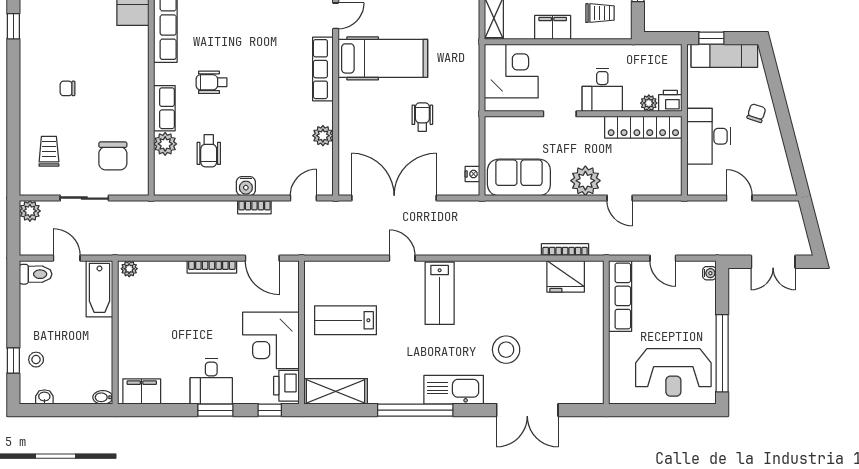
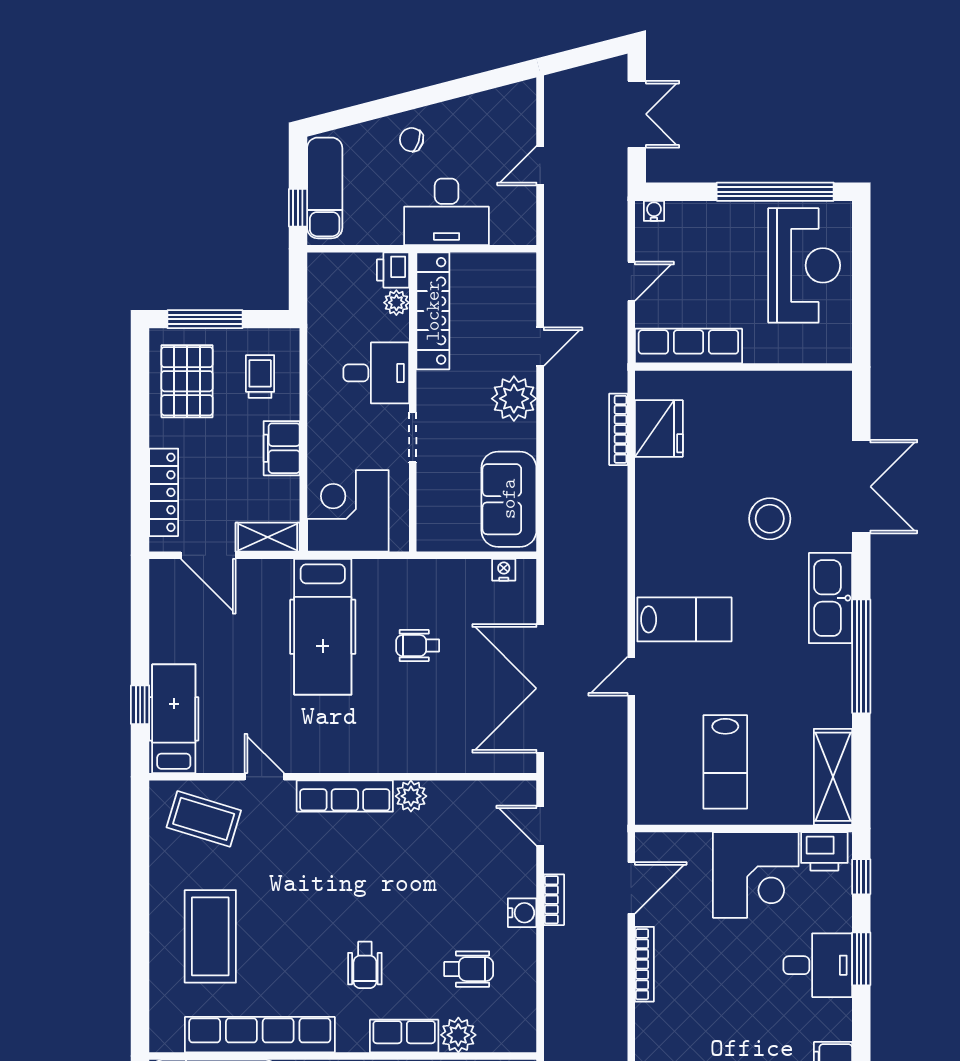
hospital bed: (383, 58) -> (323, 627), moved, turned 180
plant: (323, 136) -> (411, 796), moved

